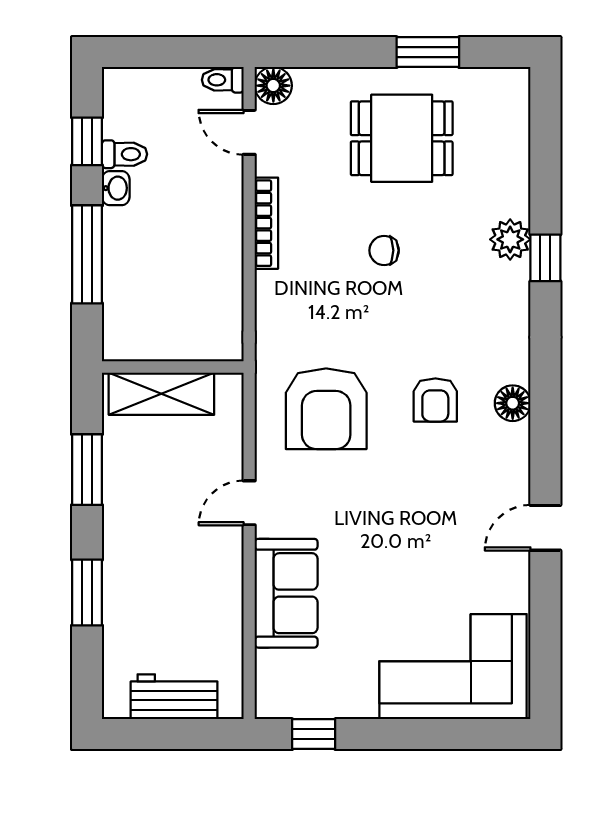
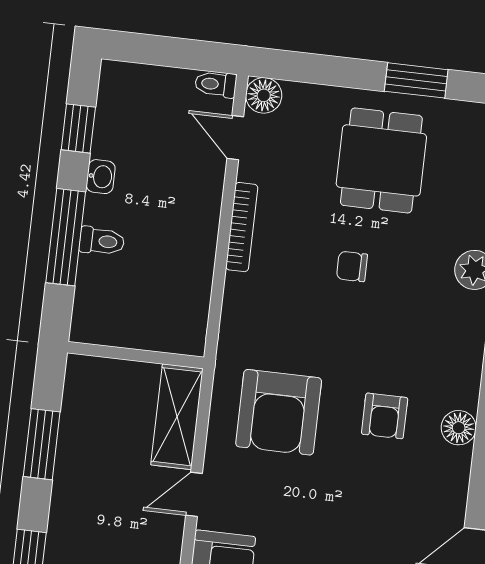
dining table: (402, 138) -> (381, 160), turned 90
toilet: (125, 154) -> (102, 241), moved
shelving: (161, 394) -> (177, 417), moved, turned 90

